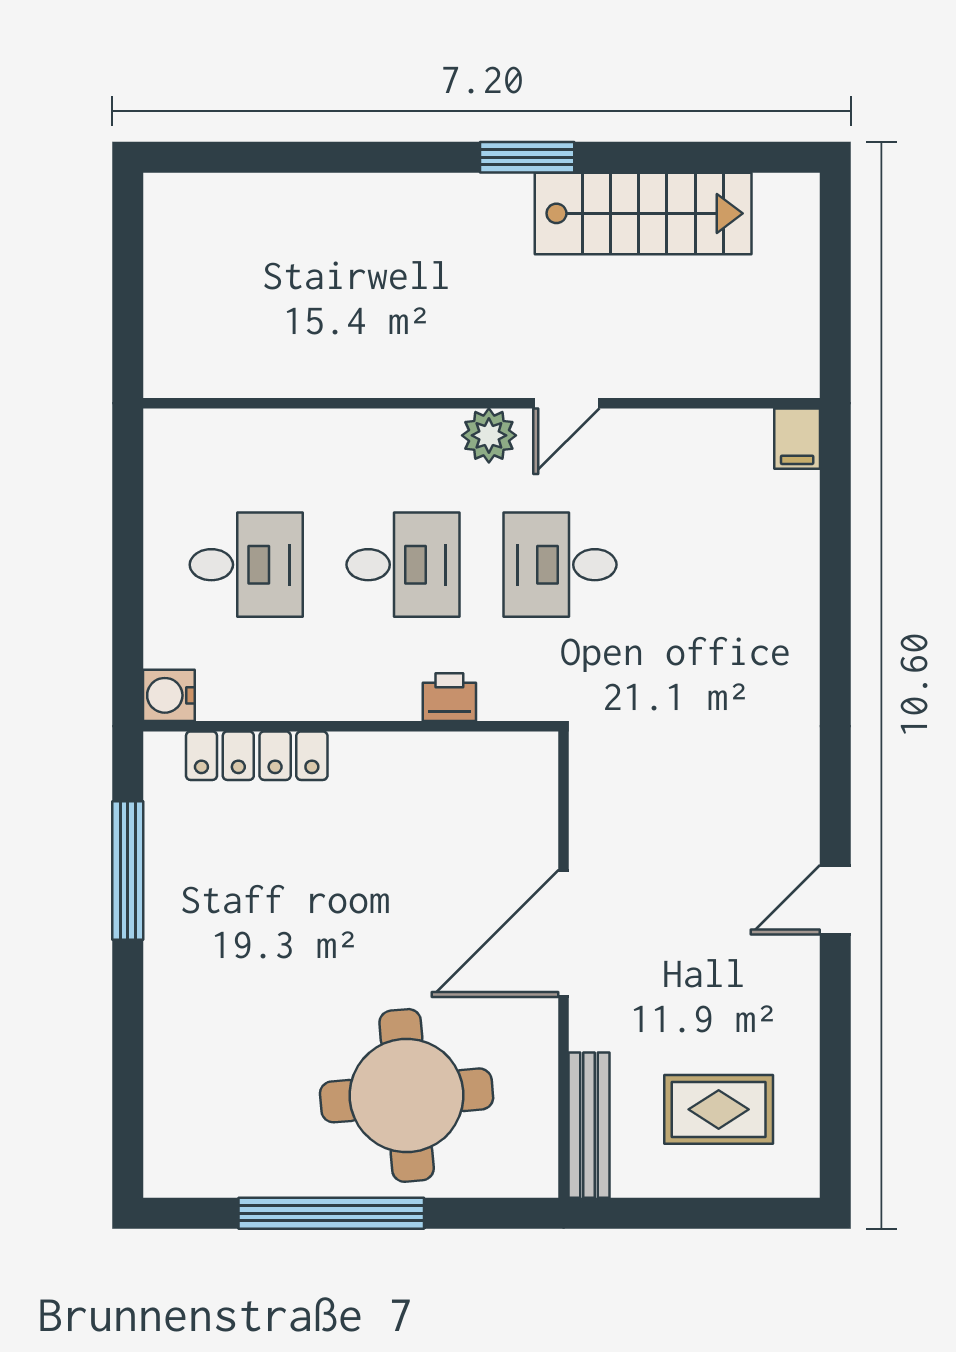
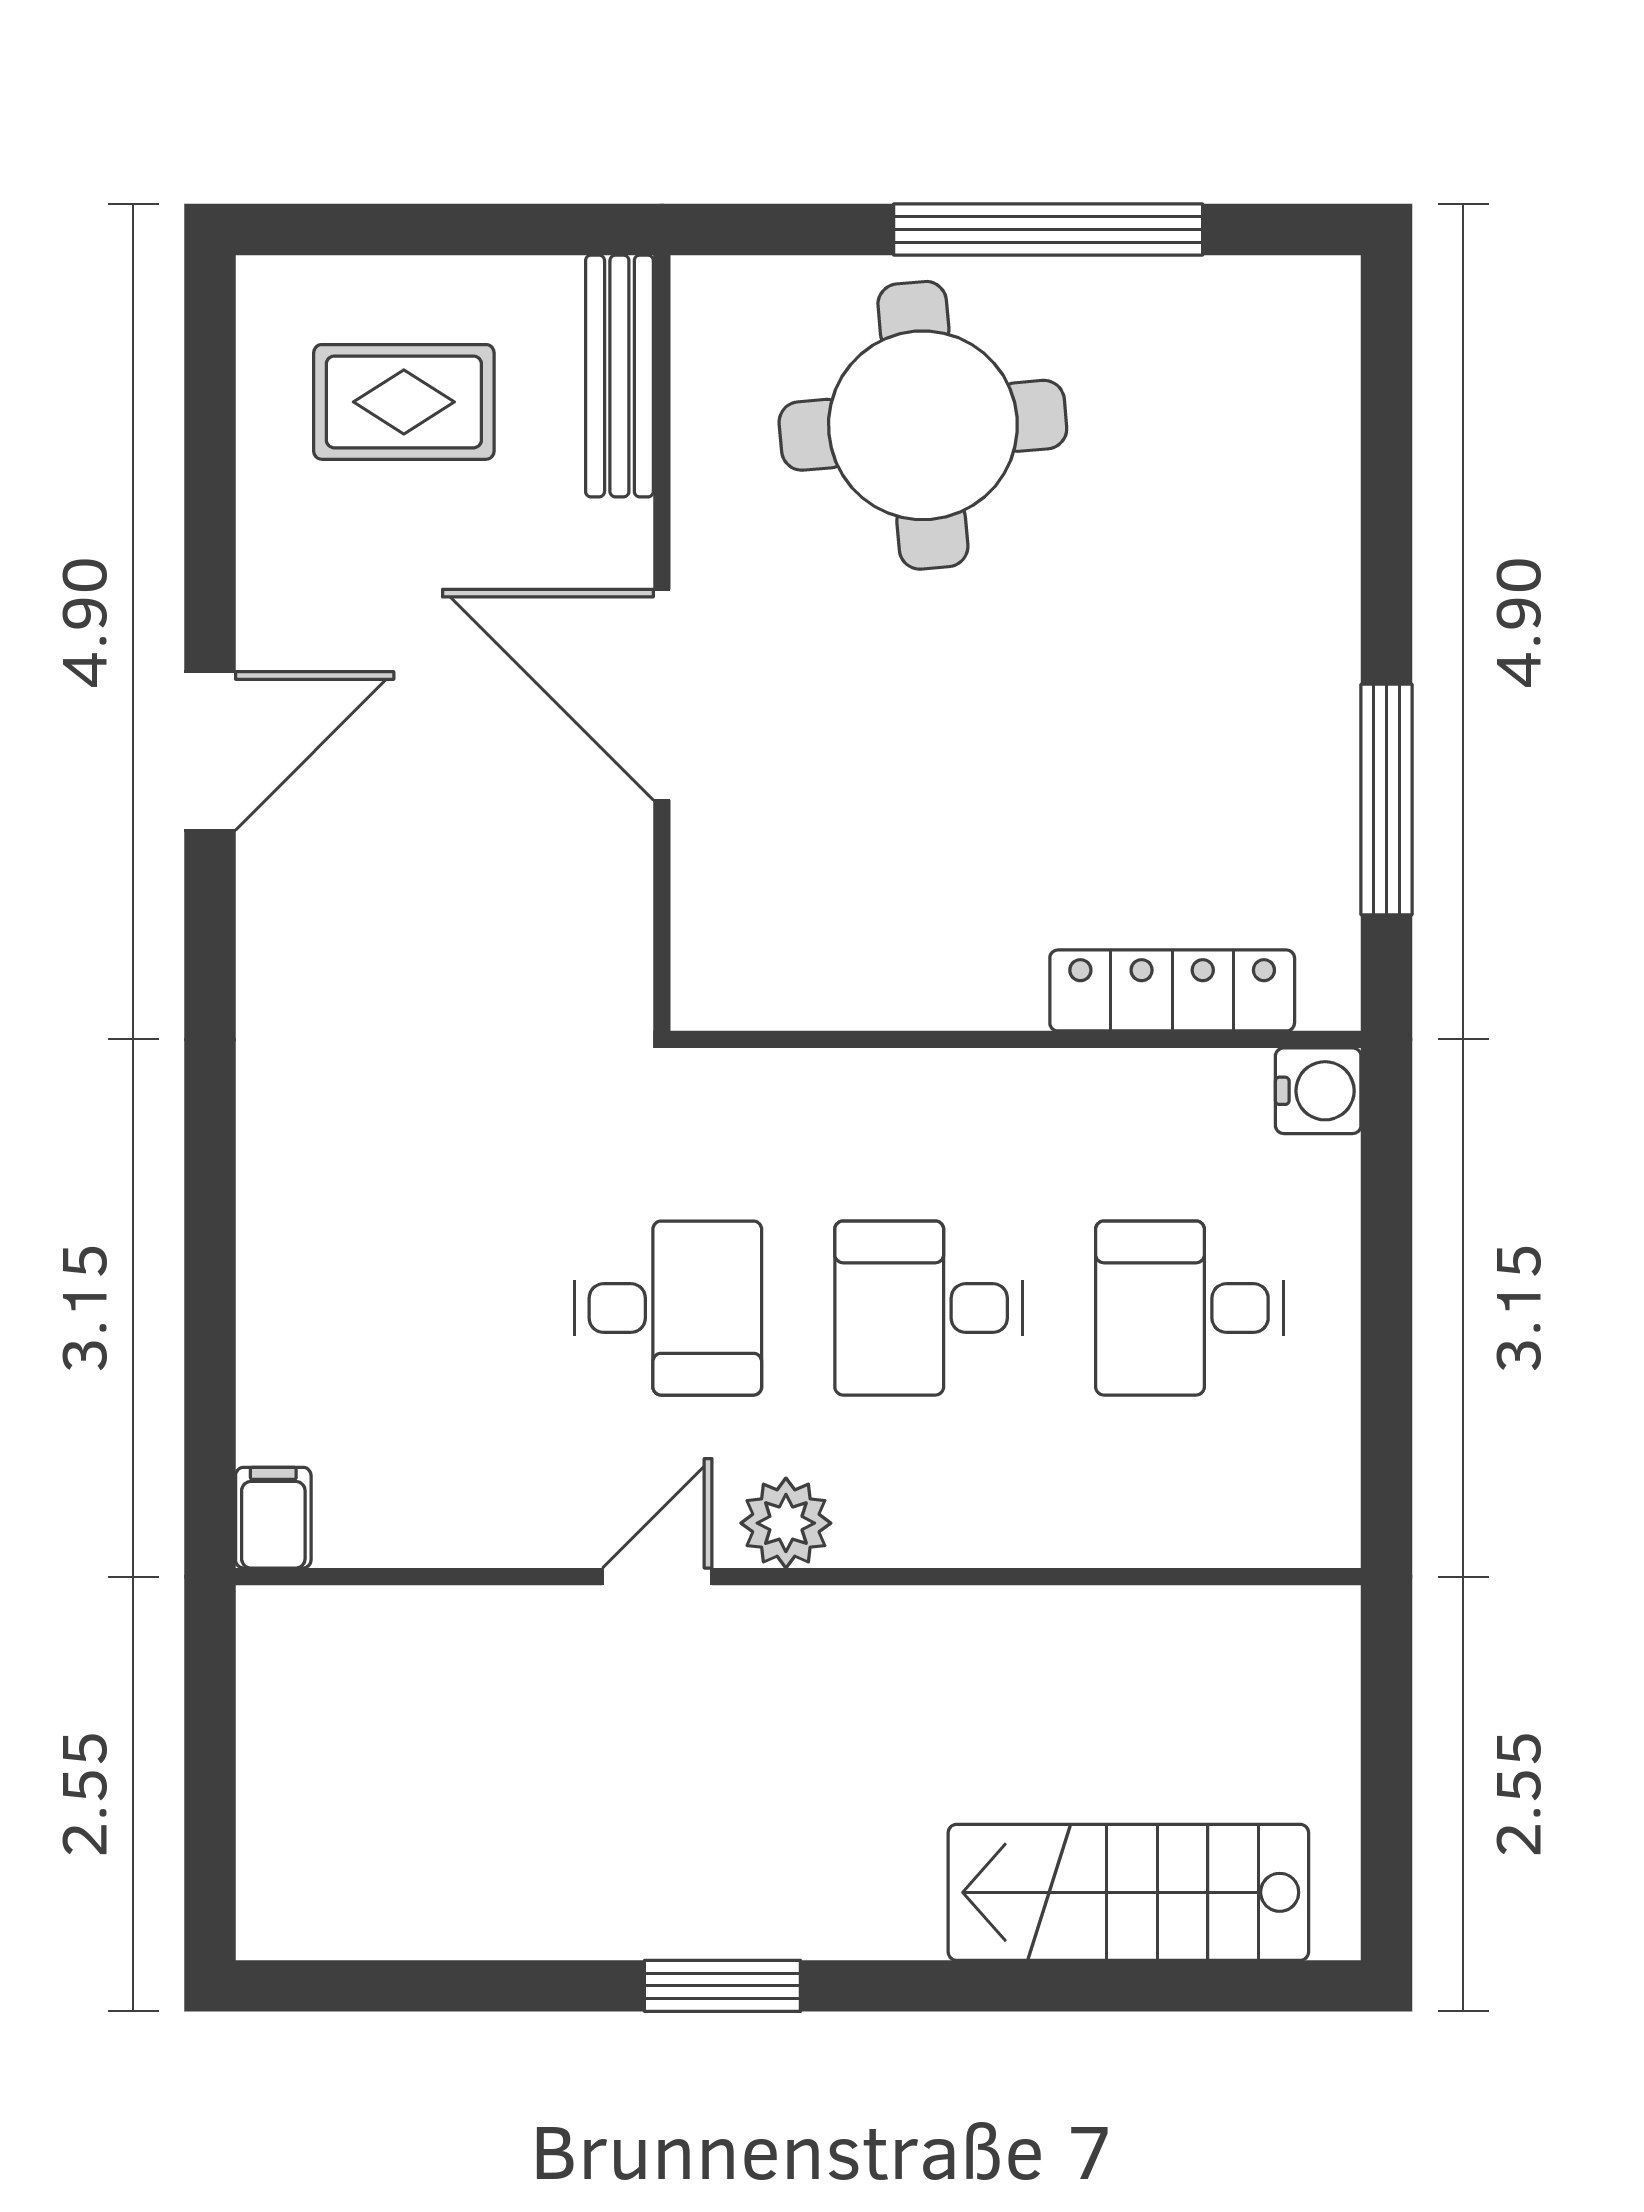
stairs: (643, 213) -> (1128, 1892), moved
printer: (449, 697) -> (852, 1088), removed
door: (835, 900) -> (210, 751), width x1.38
door: (564, 934) -> (662, 695), swing flipped

